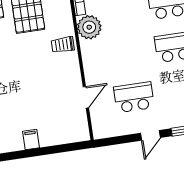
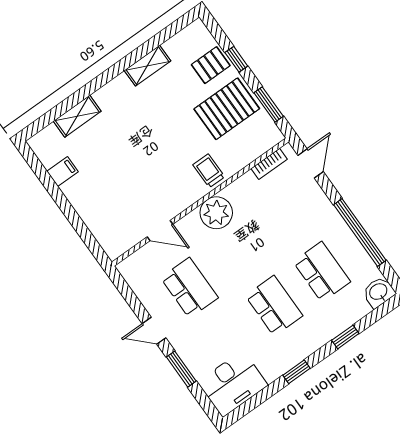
plant: (89, 27) -> (216, 213), moved
filing cabinet: (31, 139) -> (62, 172), moved

